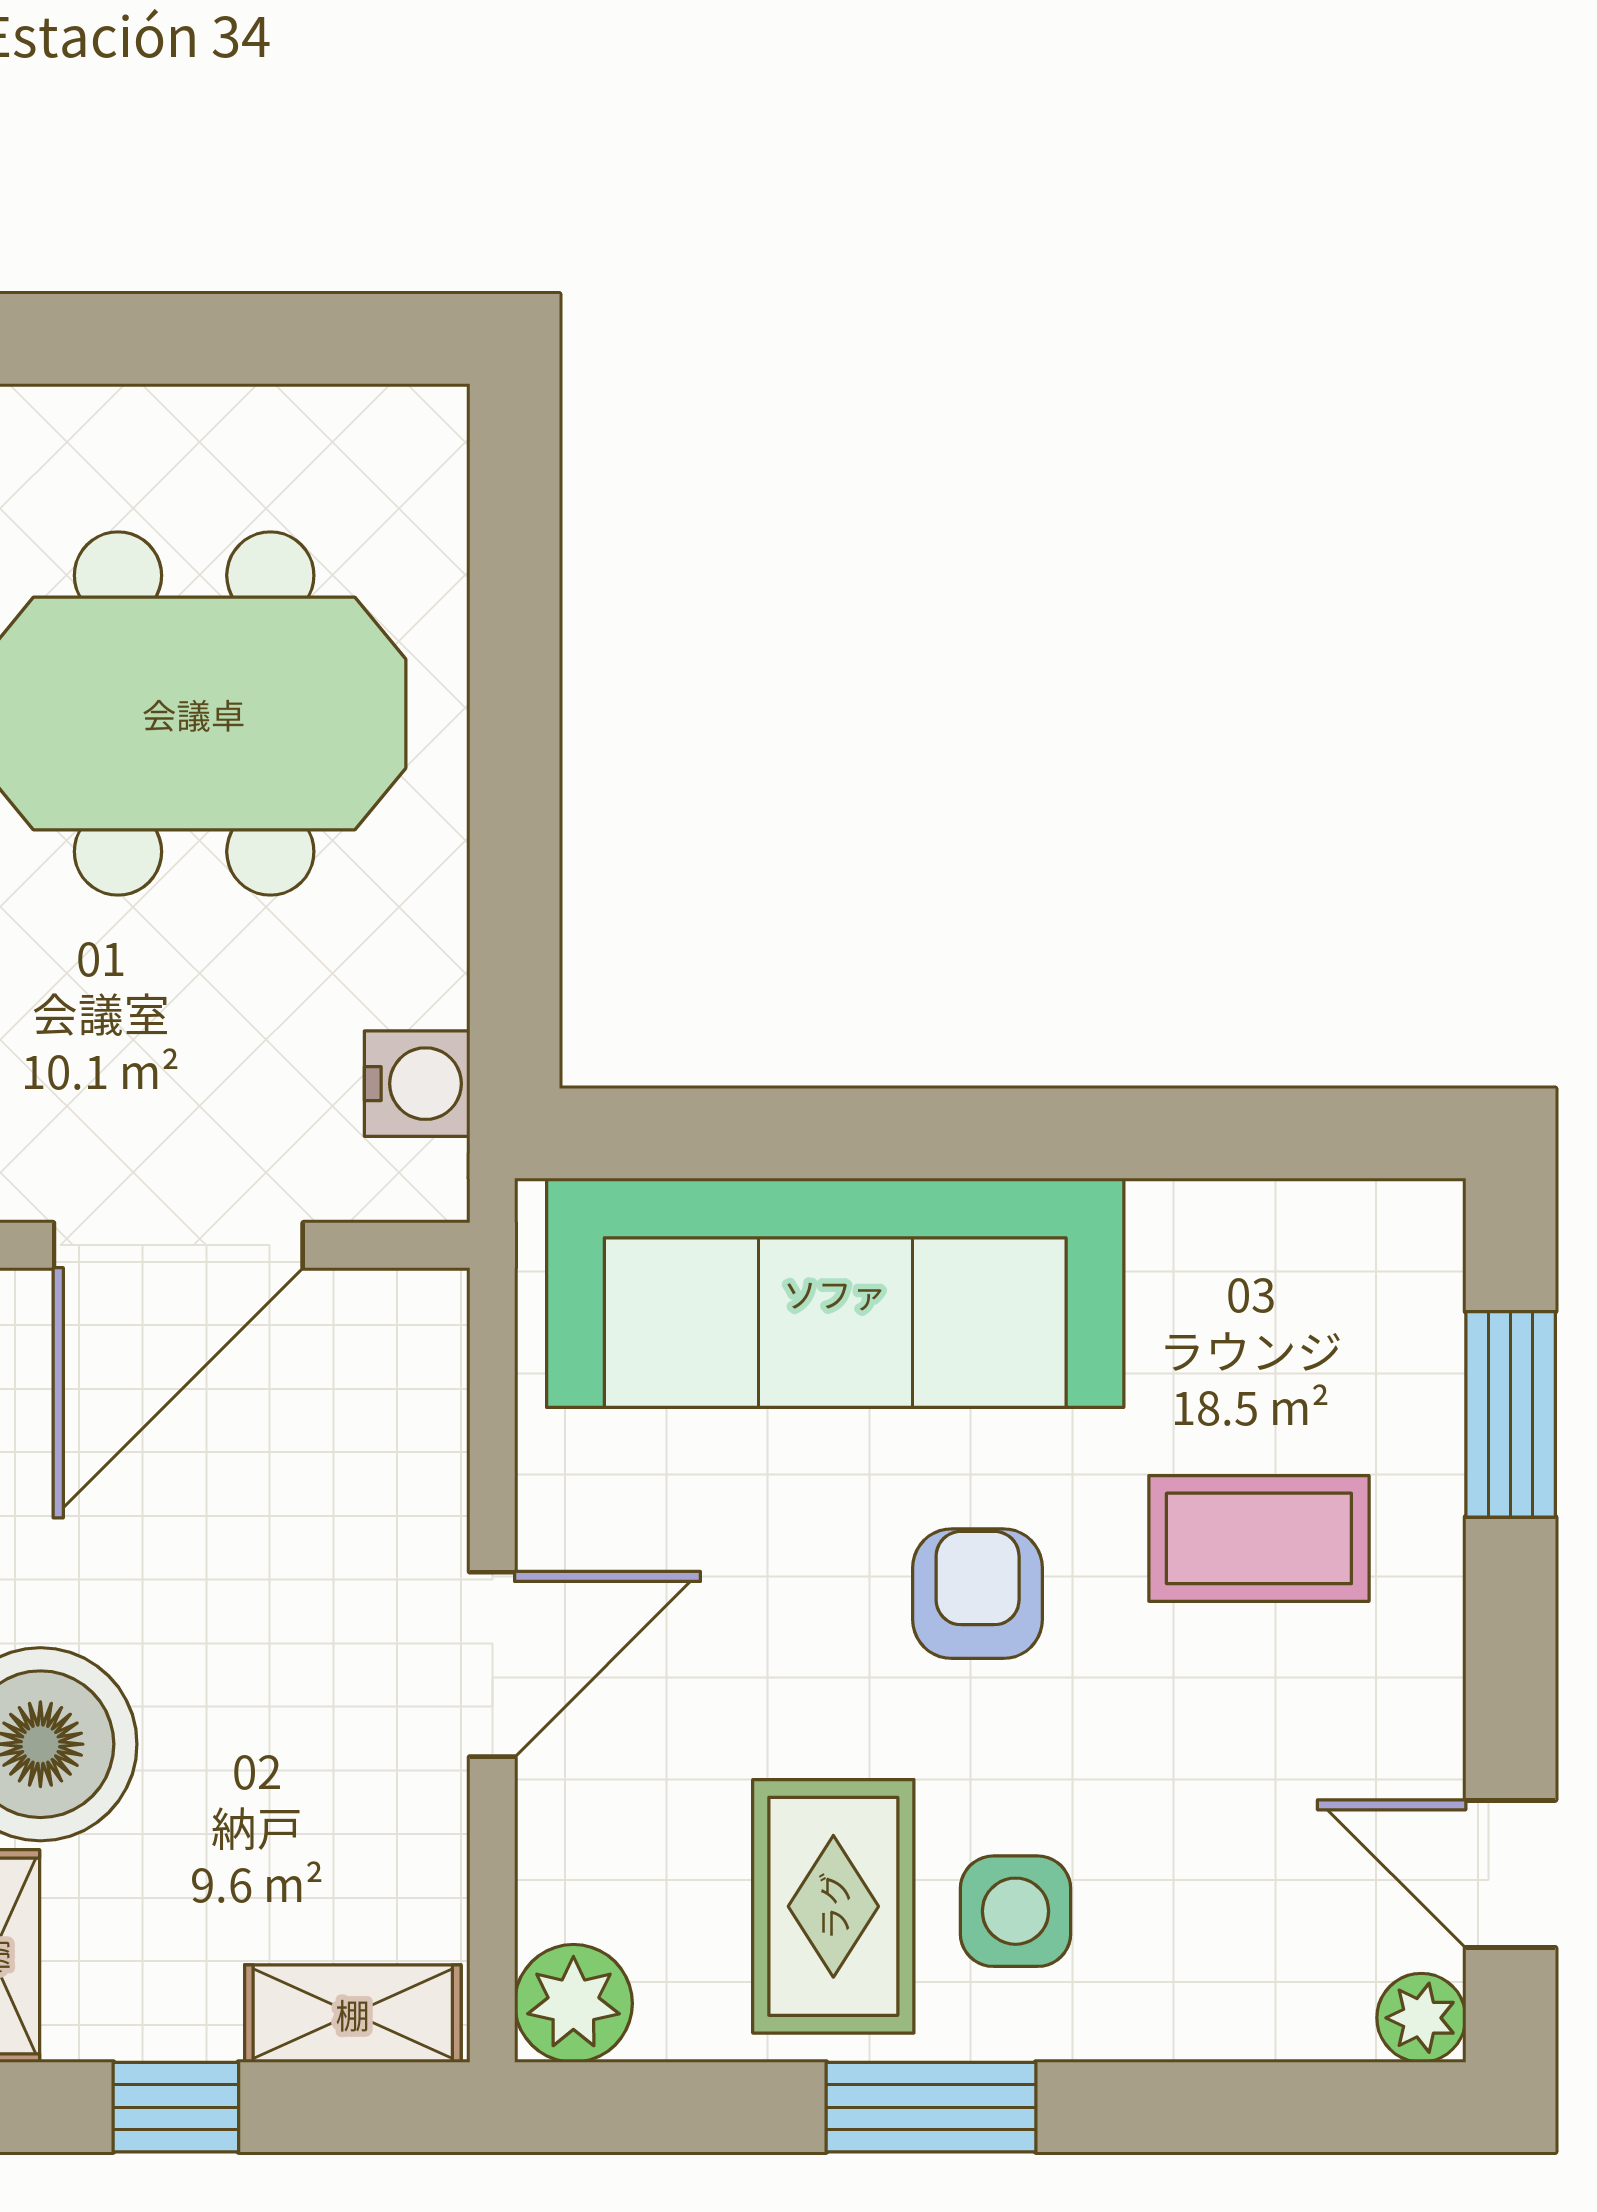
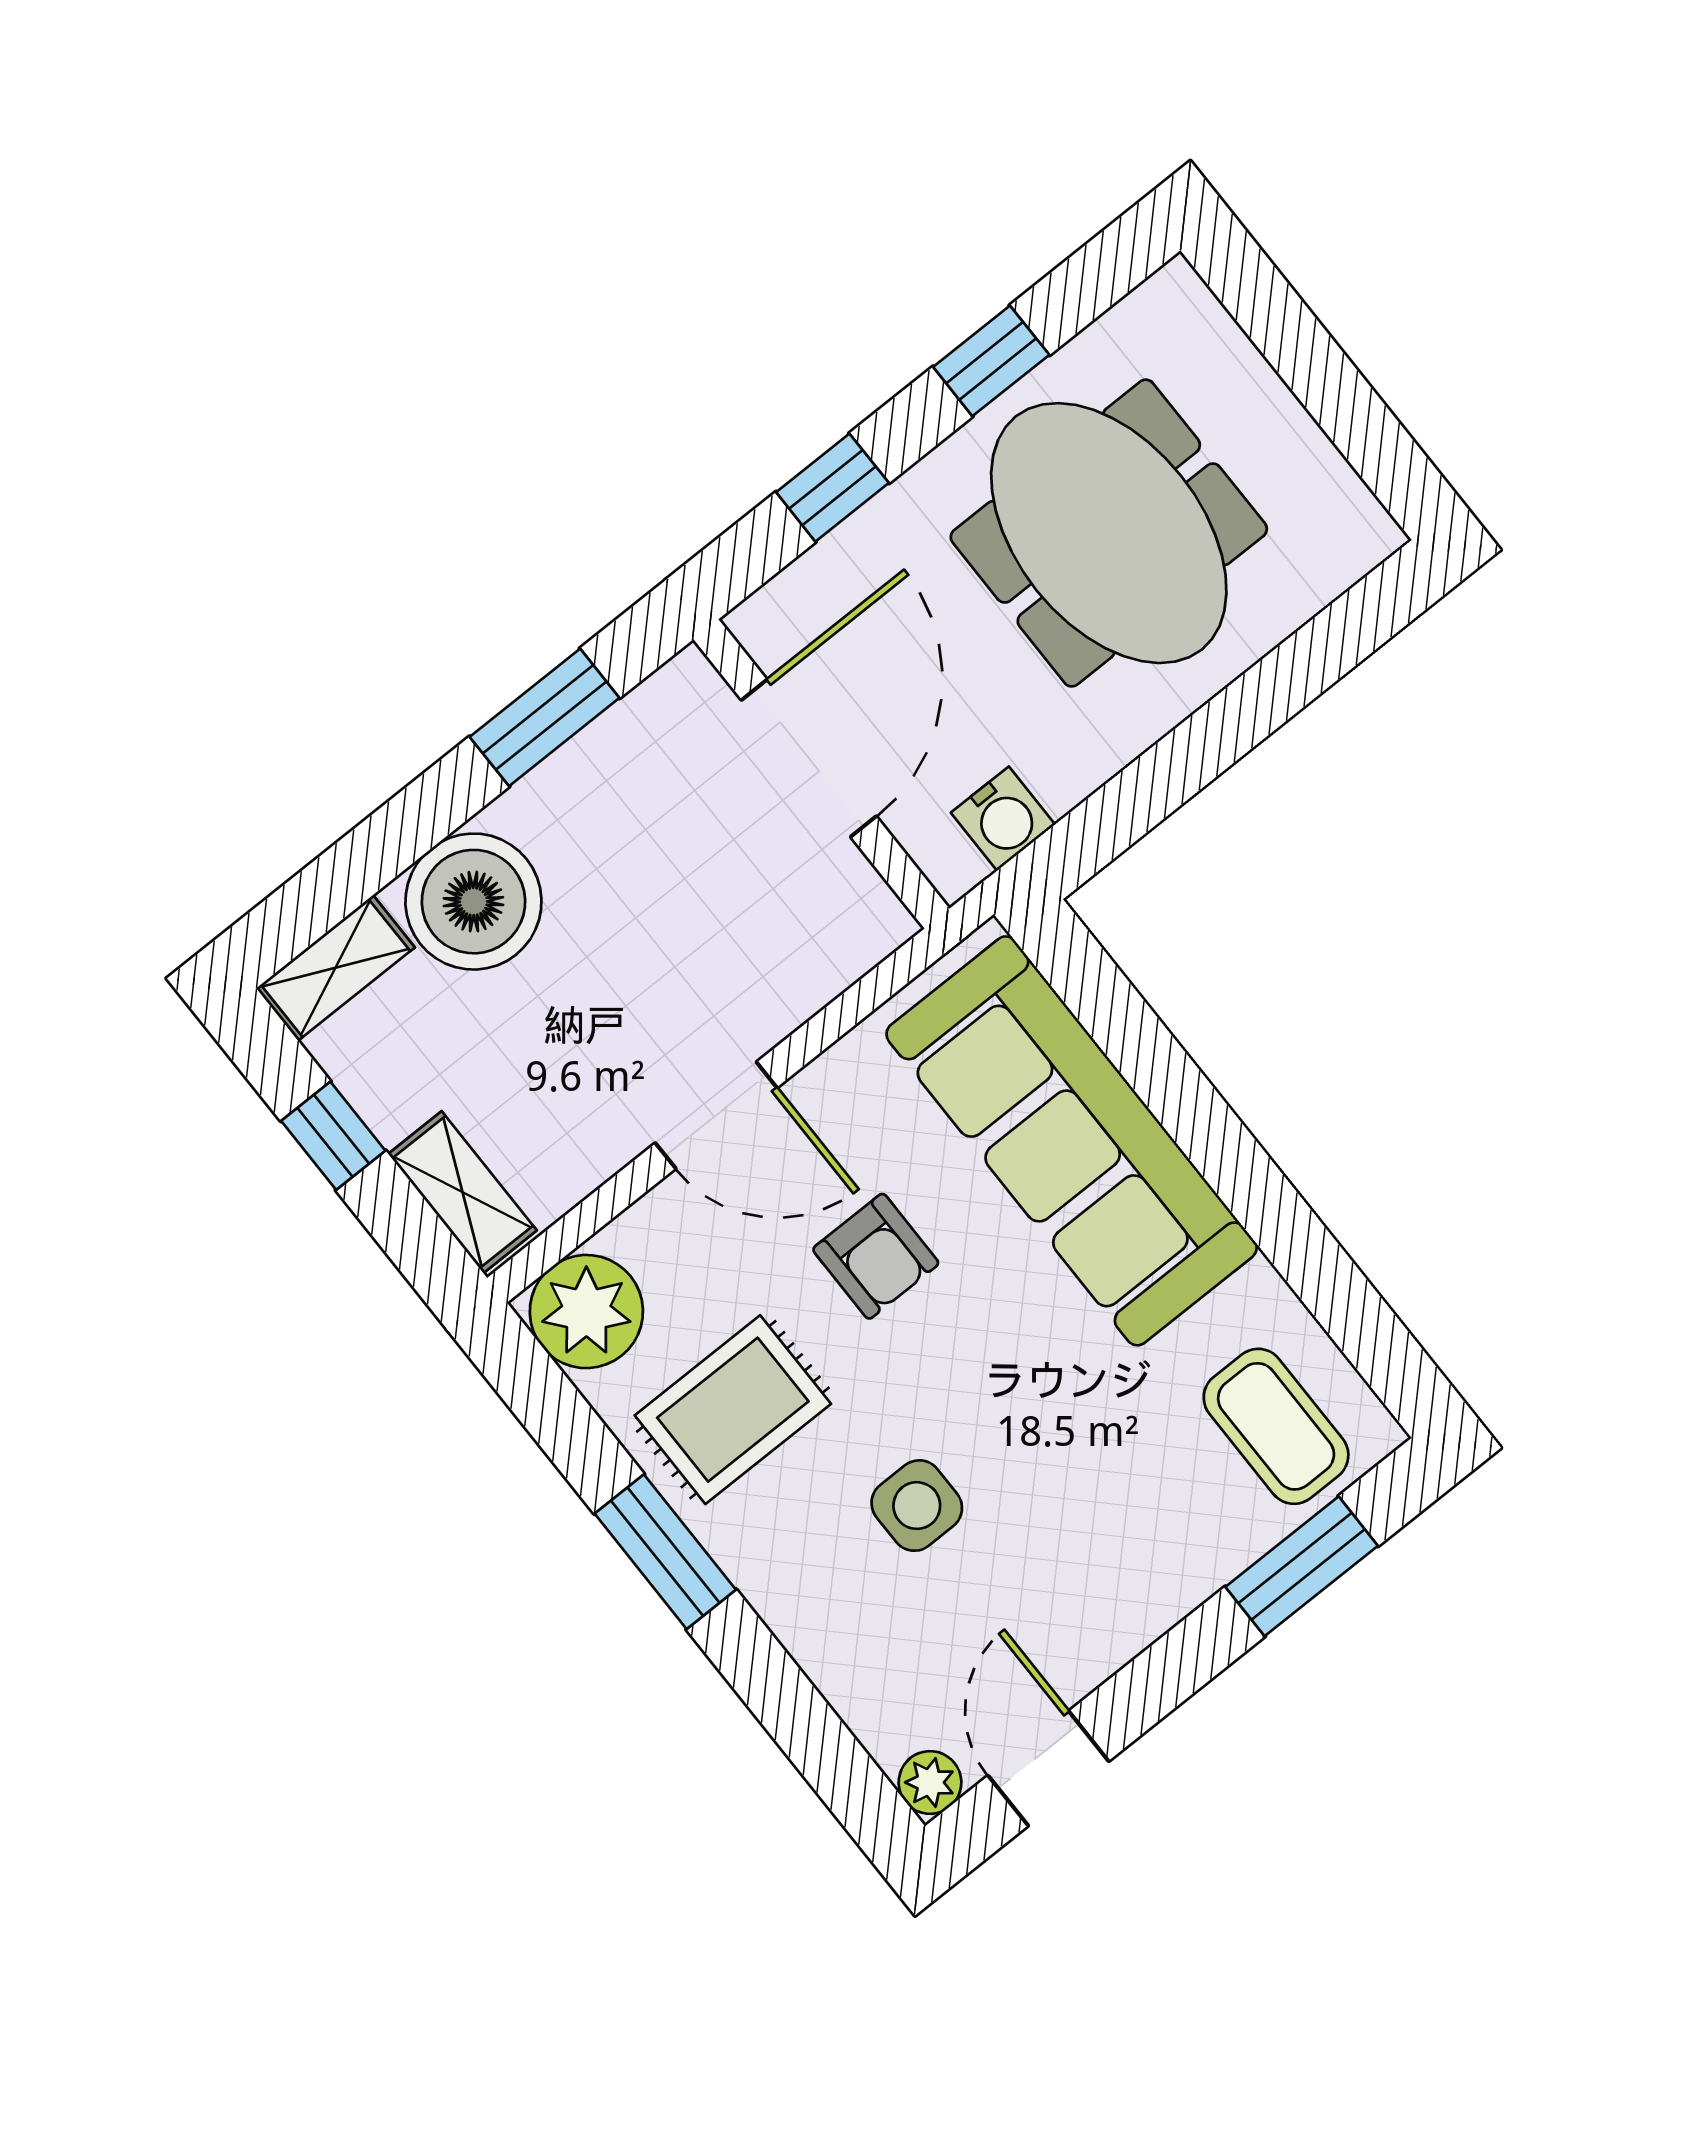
door: (178, 1245) -> (809, 758), swing flipped
coffee table: (1259, 1538) -> (1276, 1426), moved
armchair: (978, 1594) -> (876, 1256), moved, turned 90
side table: (1016, 1911) -> (917, 1506), moved
plant: (573, 2003) -> (586, 1312), width x1.36, depth x1.36

